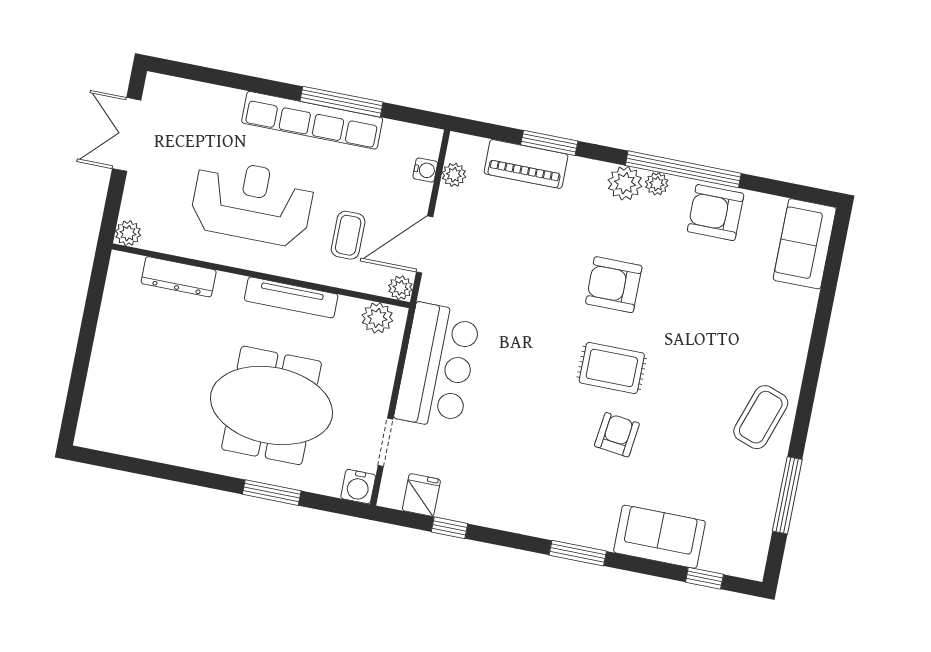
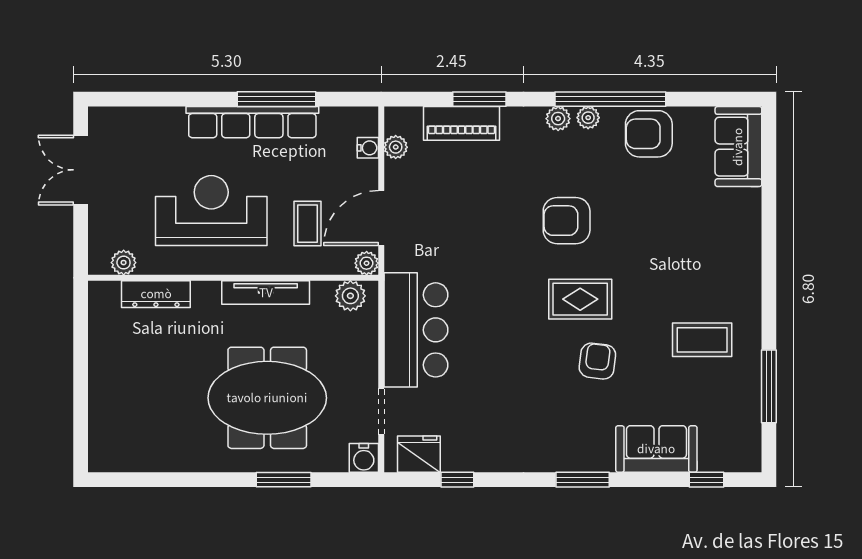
plant: (625, 183) -> (558, 119), width x0.73, depth x0.73
plant: (128, 233) -> (124, 263), moved
coffee table: (761, 417) -> (702, 340), moved, turned 71
fridge: (421, 495) -> (419, 454), width x1.38

